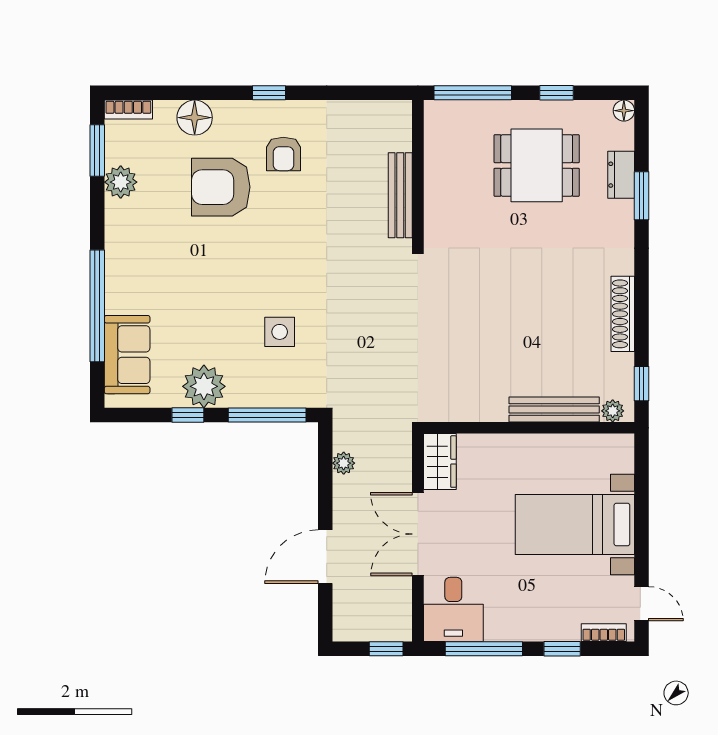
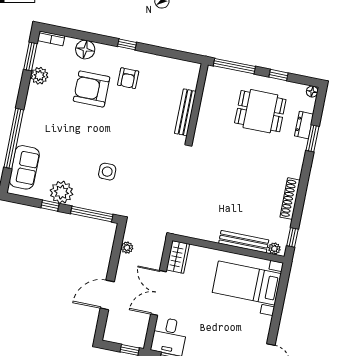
bed with nightstands: (575, 525) -> (247, 283), moved

